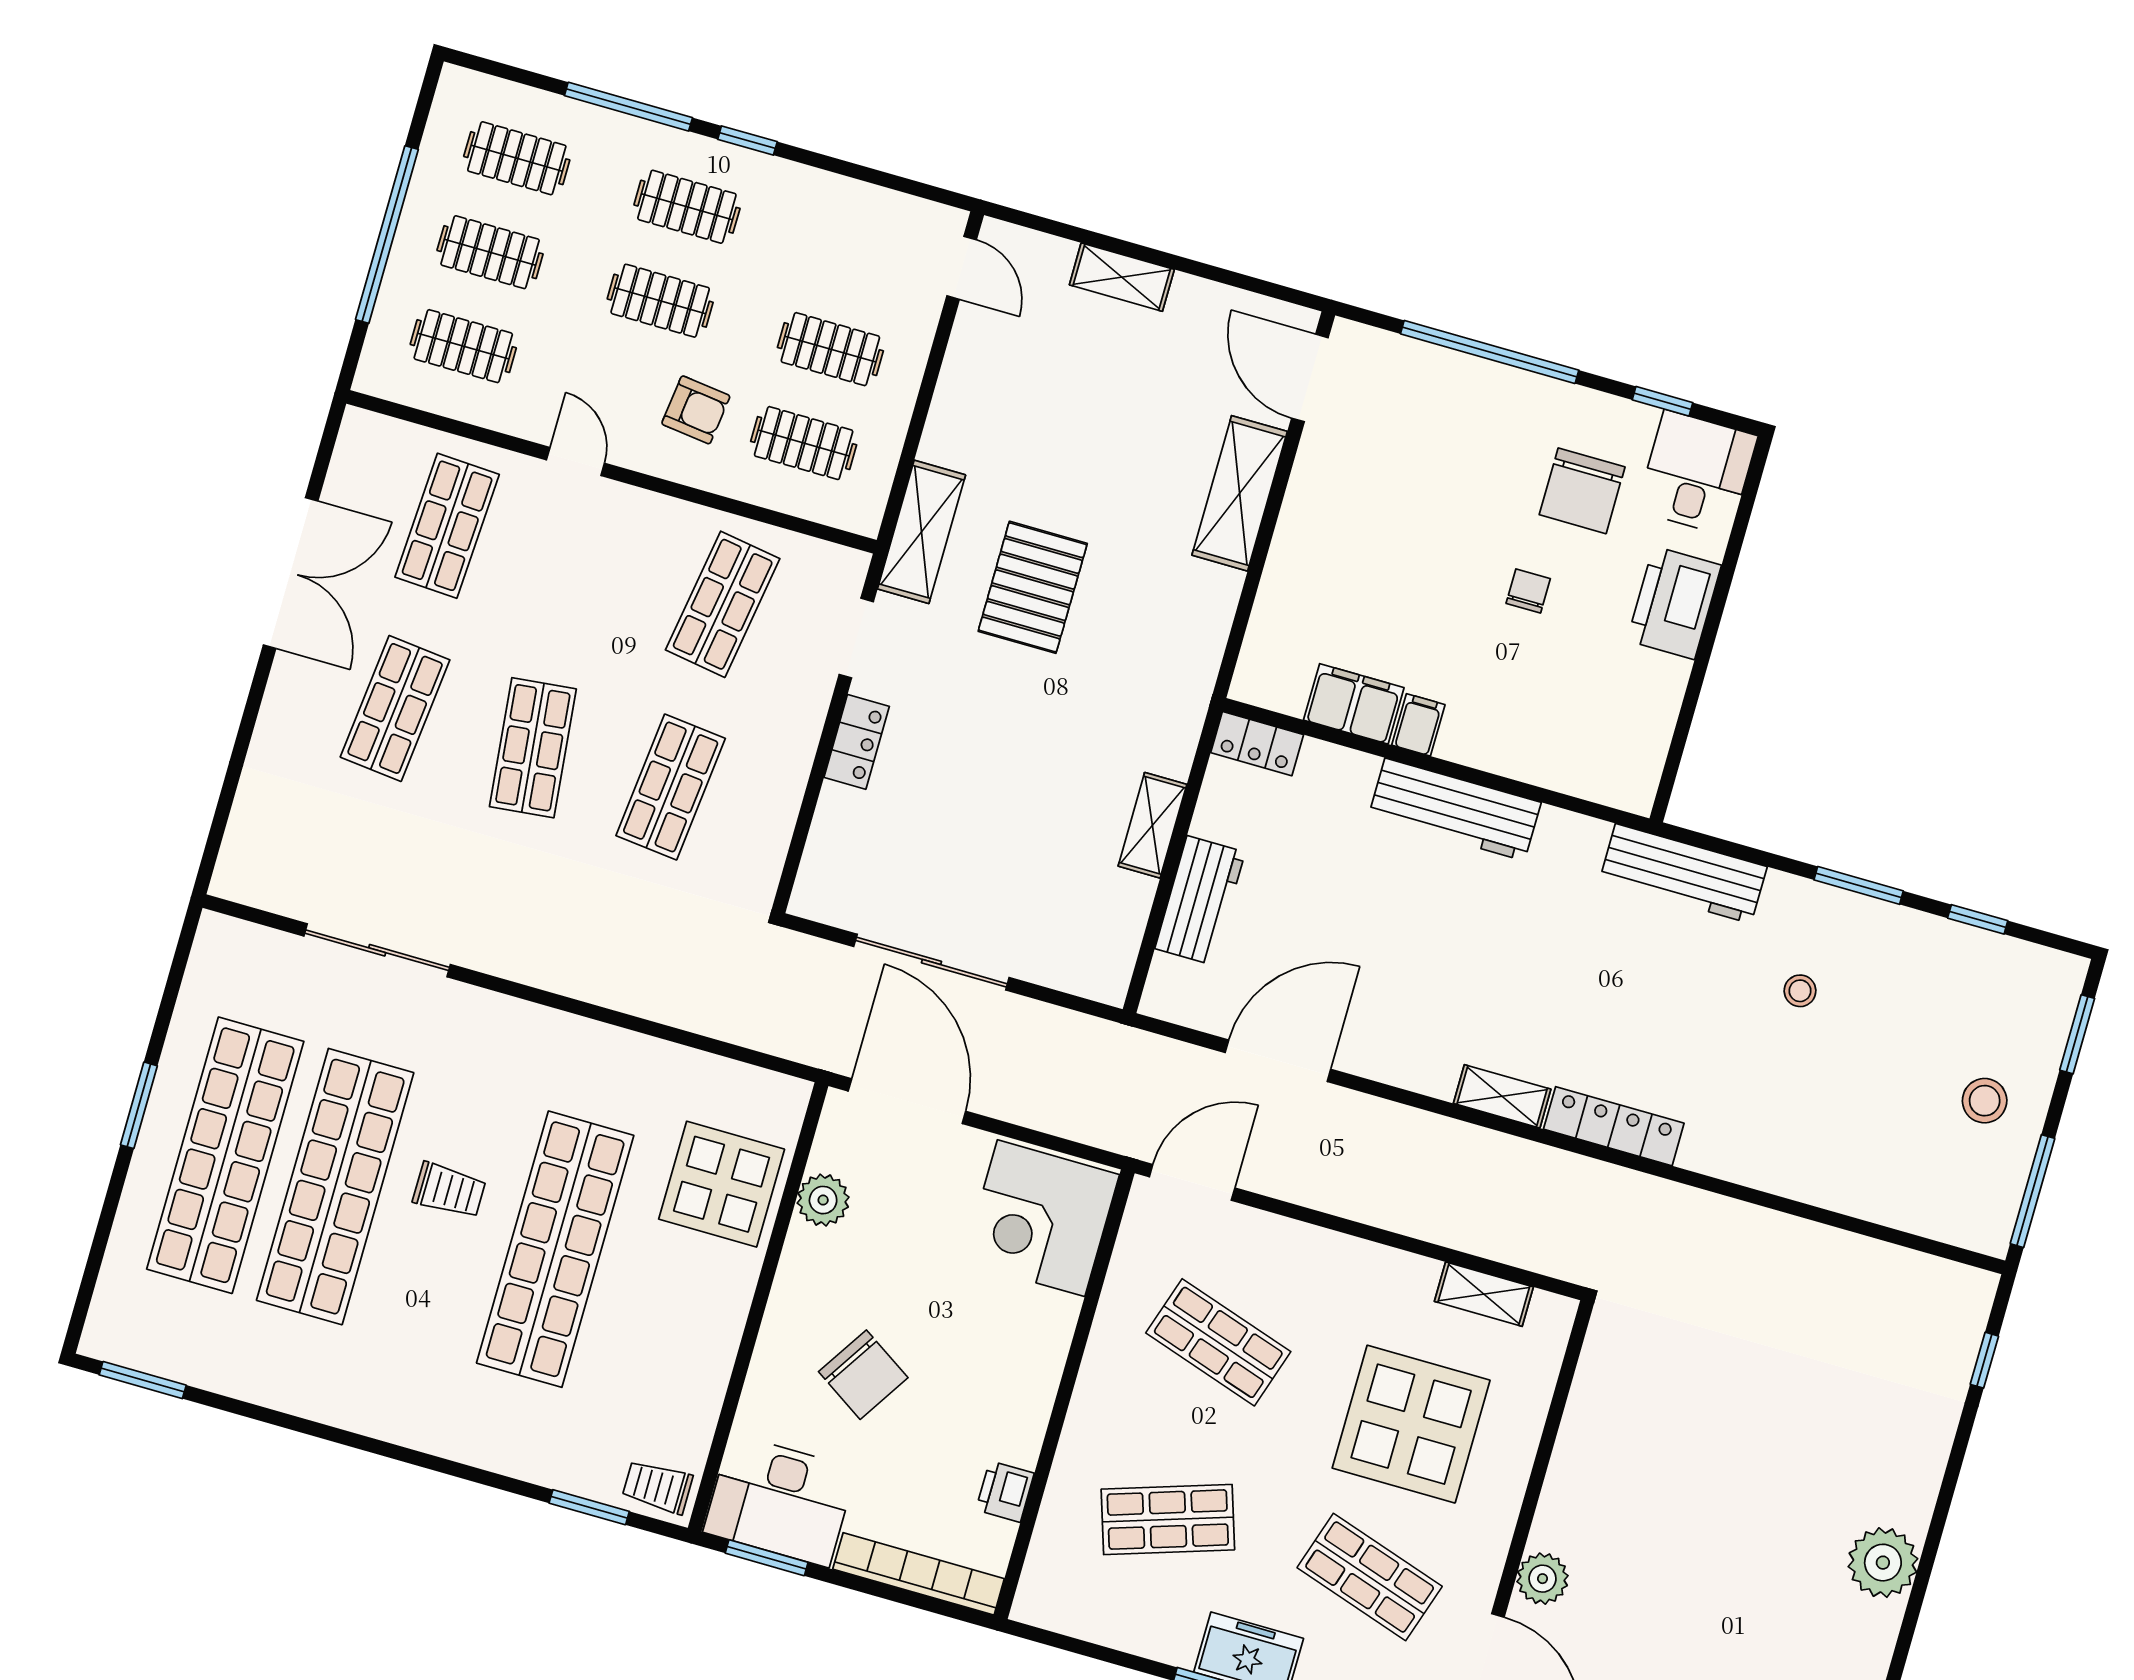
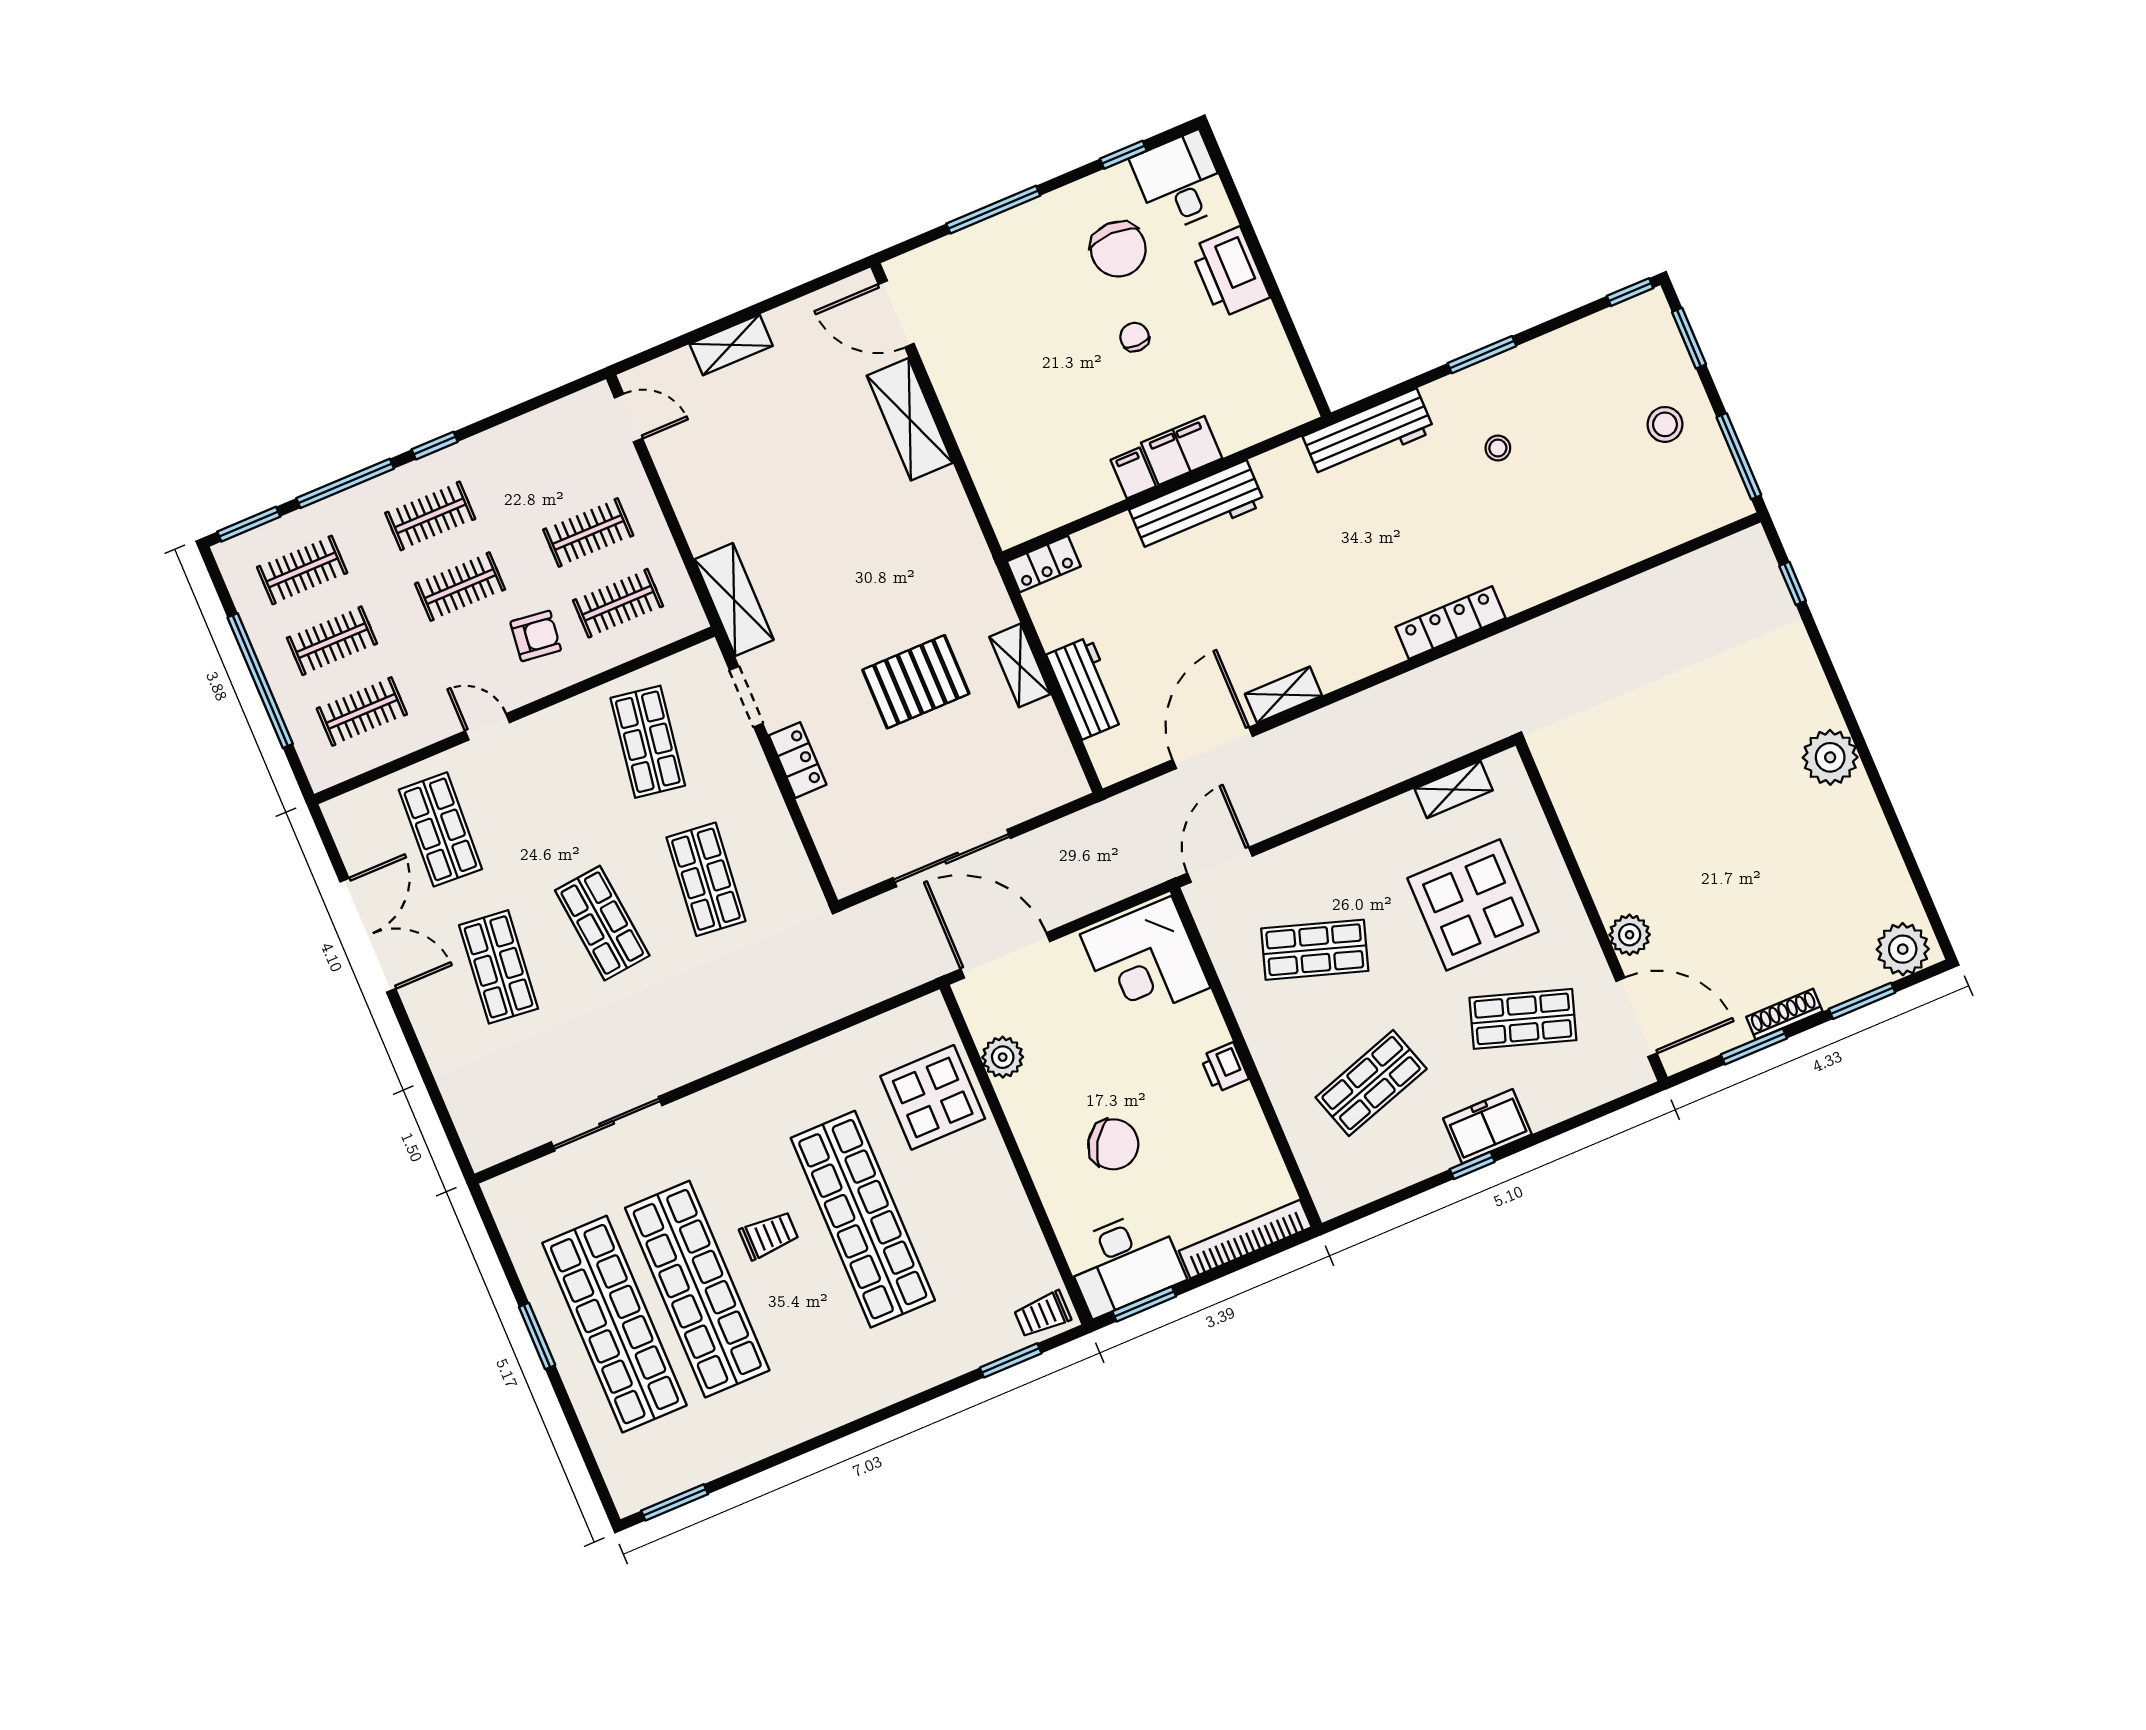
window: (500, 70) -> (249, 524), added
window: (1490, 352) -> (993, 210), width x0.68
pallet: (1033, 587) -> (916, 682), moved, turned 90
filing cabinet: (1354, 704) -> (1182, 450), moved
window: (1978, 919) -> (1630, 292), moved
shelving: (1502, 1096) -> (1283, 695), moved
printer: (1005, 1491) -> (1224, 1068), moved

